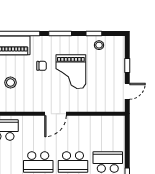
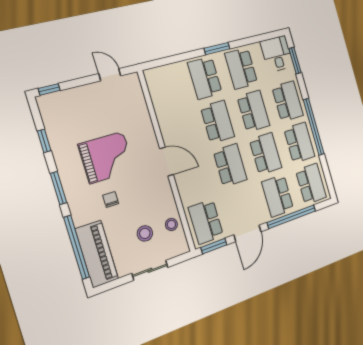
stool: (99, 45) -> (171, 224), moved
window: (127, 65) -> (49, 89), moved

